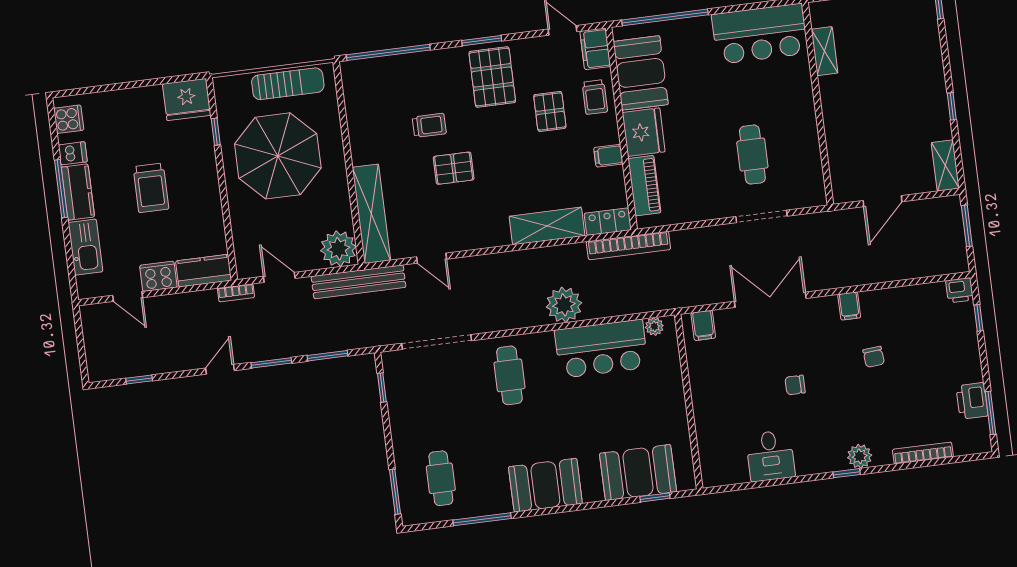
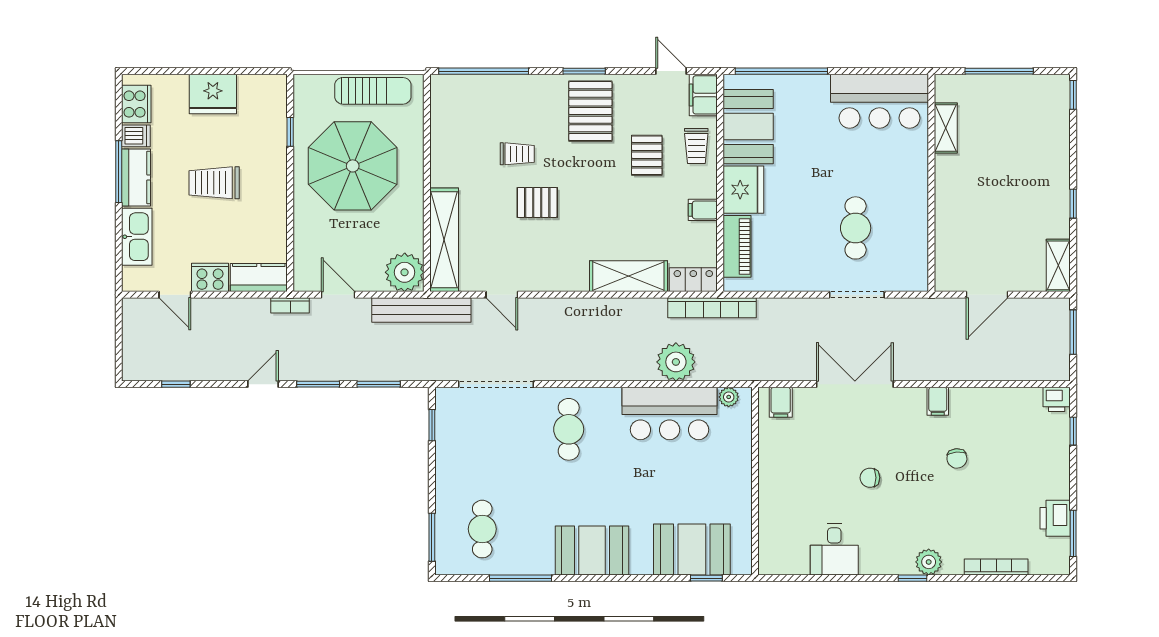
fridge: (187, 100) -> (213, 94), moved
cooker: (69, 119) -> (136, 104), width x1.36
trolley: (151, 188) -> (214, 183), turned 90
plant: (564, 305) -> (676, 362), moved

